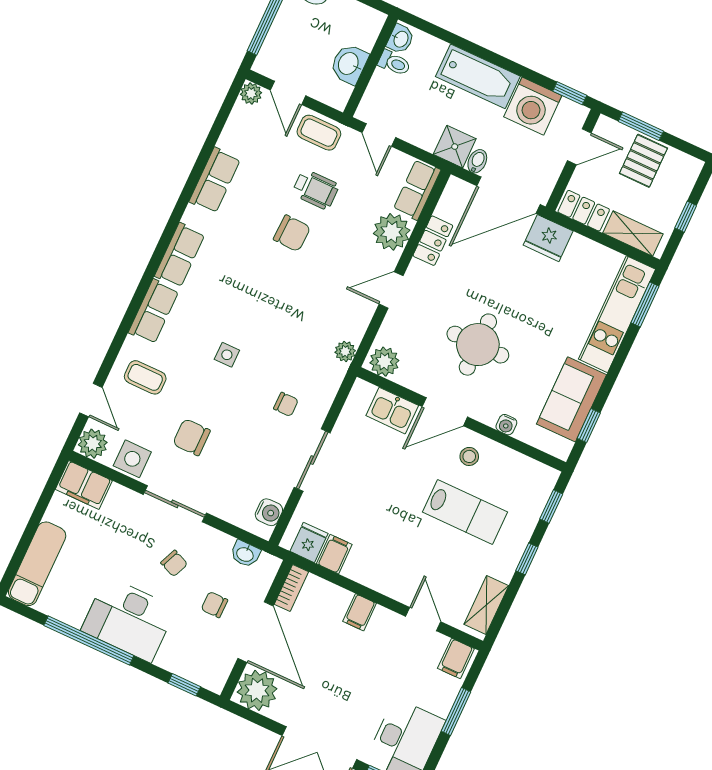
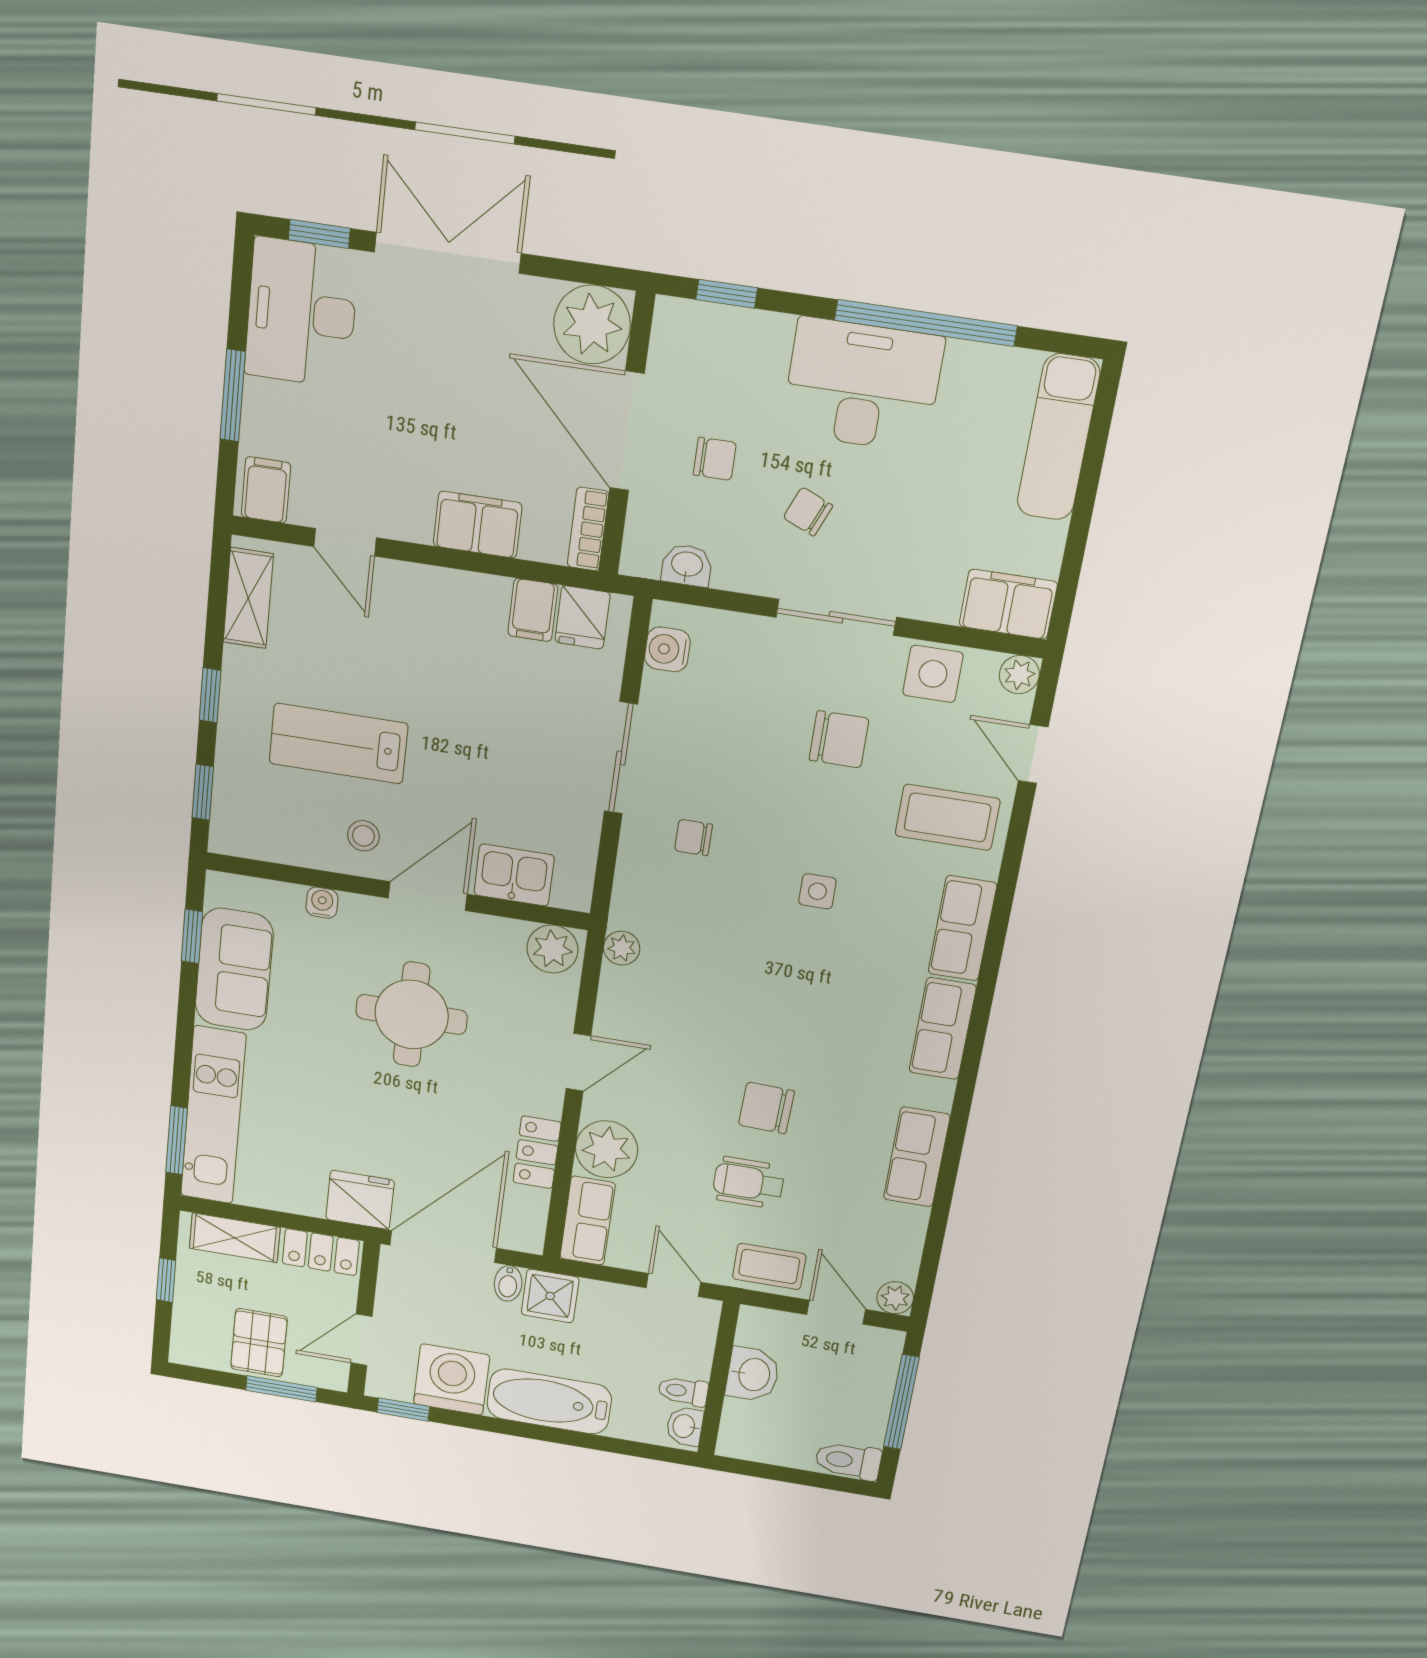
coffee table: (145, 377) -> (948, 817), width x1.36, depth x1.30
plant: (93, 444) -> (1019, 675), width x0.73, depth x0.73
filing cabinet: (360, 612) -> (478, 525), width x2.00

